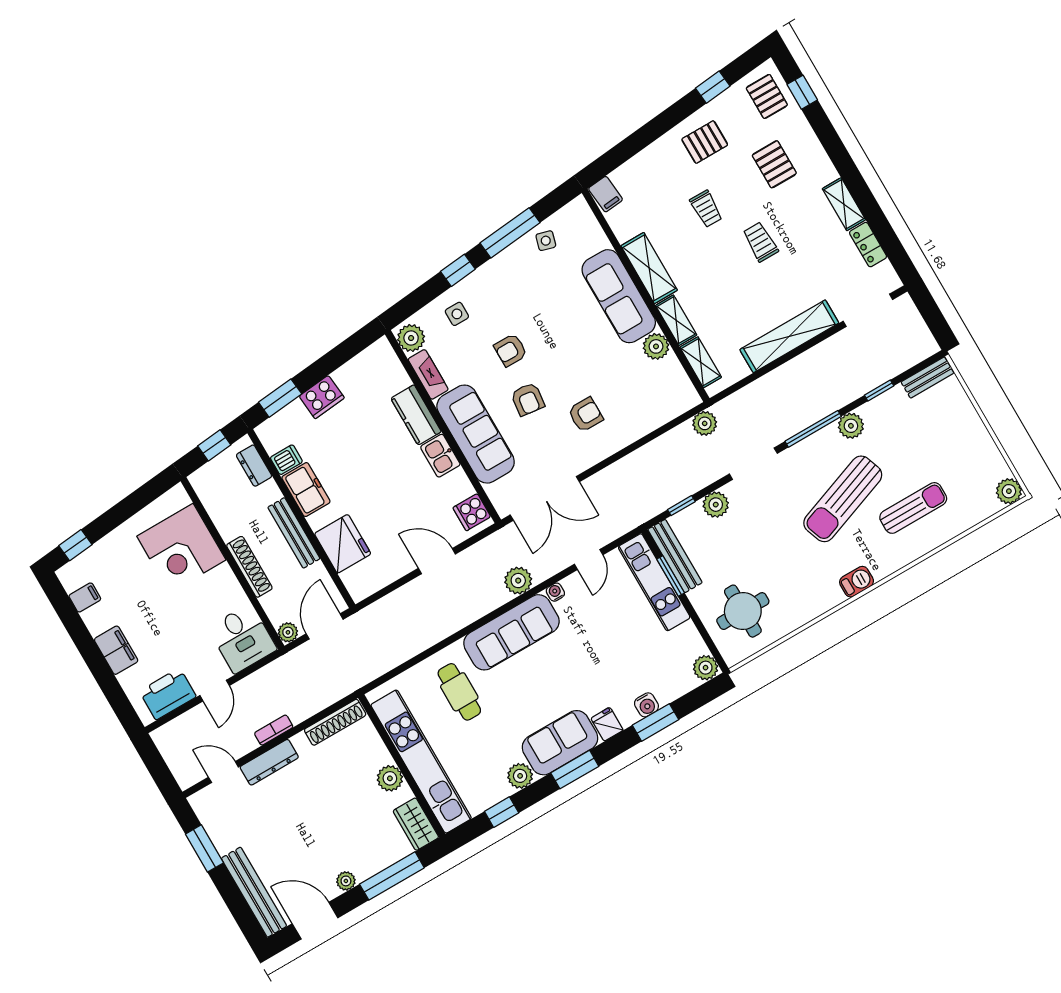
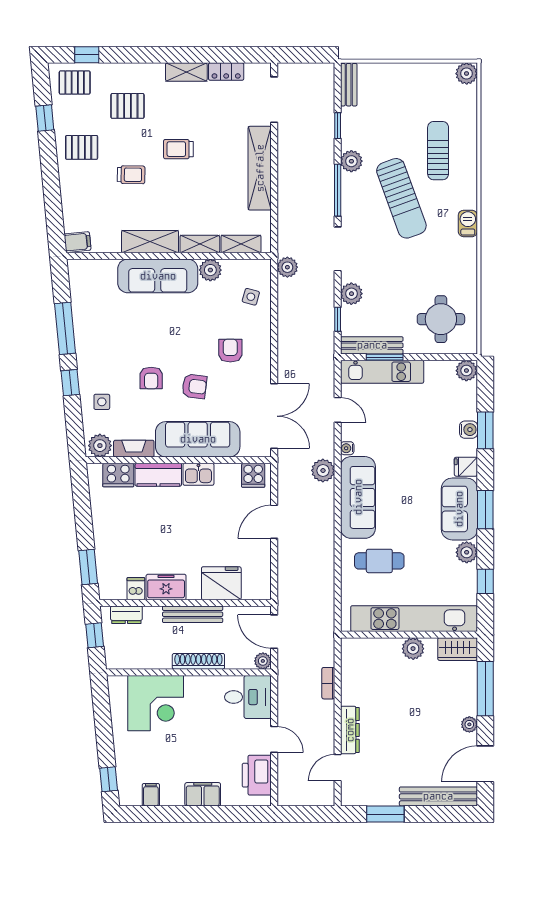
pallet: (705, 142) -> (82, 147), turned 90
side table: (546, 241) -> (251, 297), moved
cooker: (322, 397) -> (118, 475), moved, turned 96
shoe rack: (335, 722) -> (349, 665), removed
bookcase: (274, 730) -> (328, 683), moved

